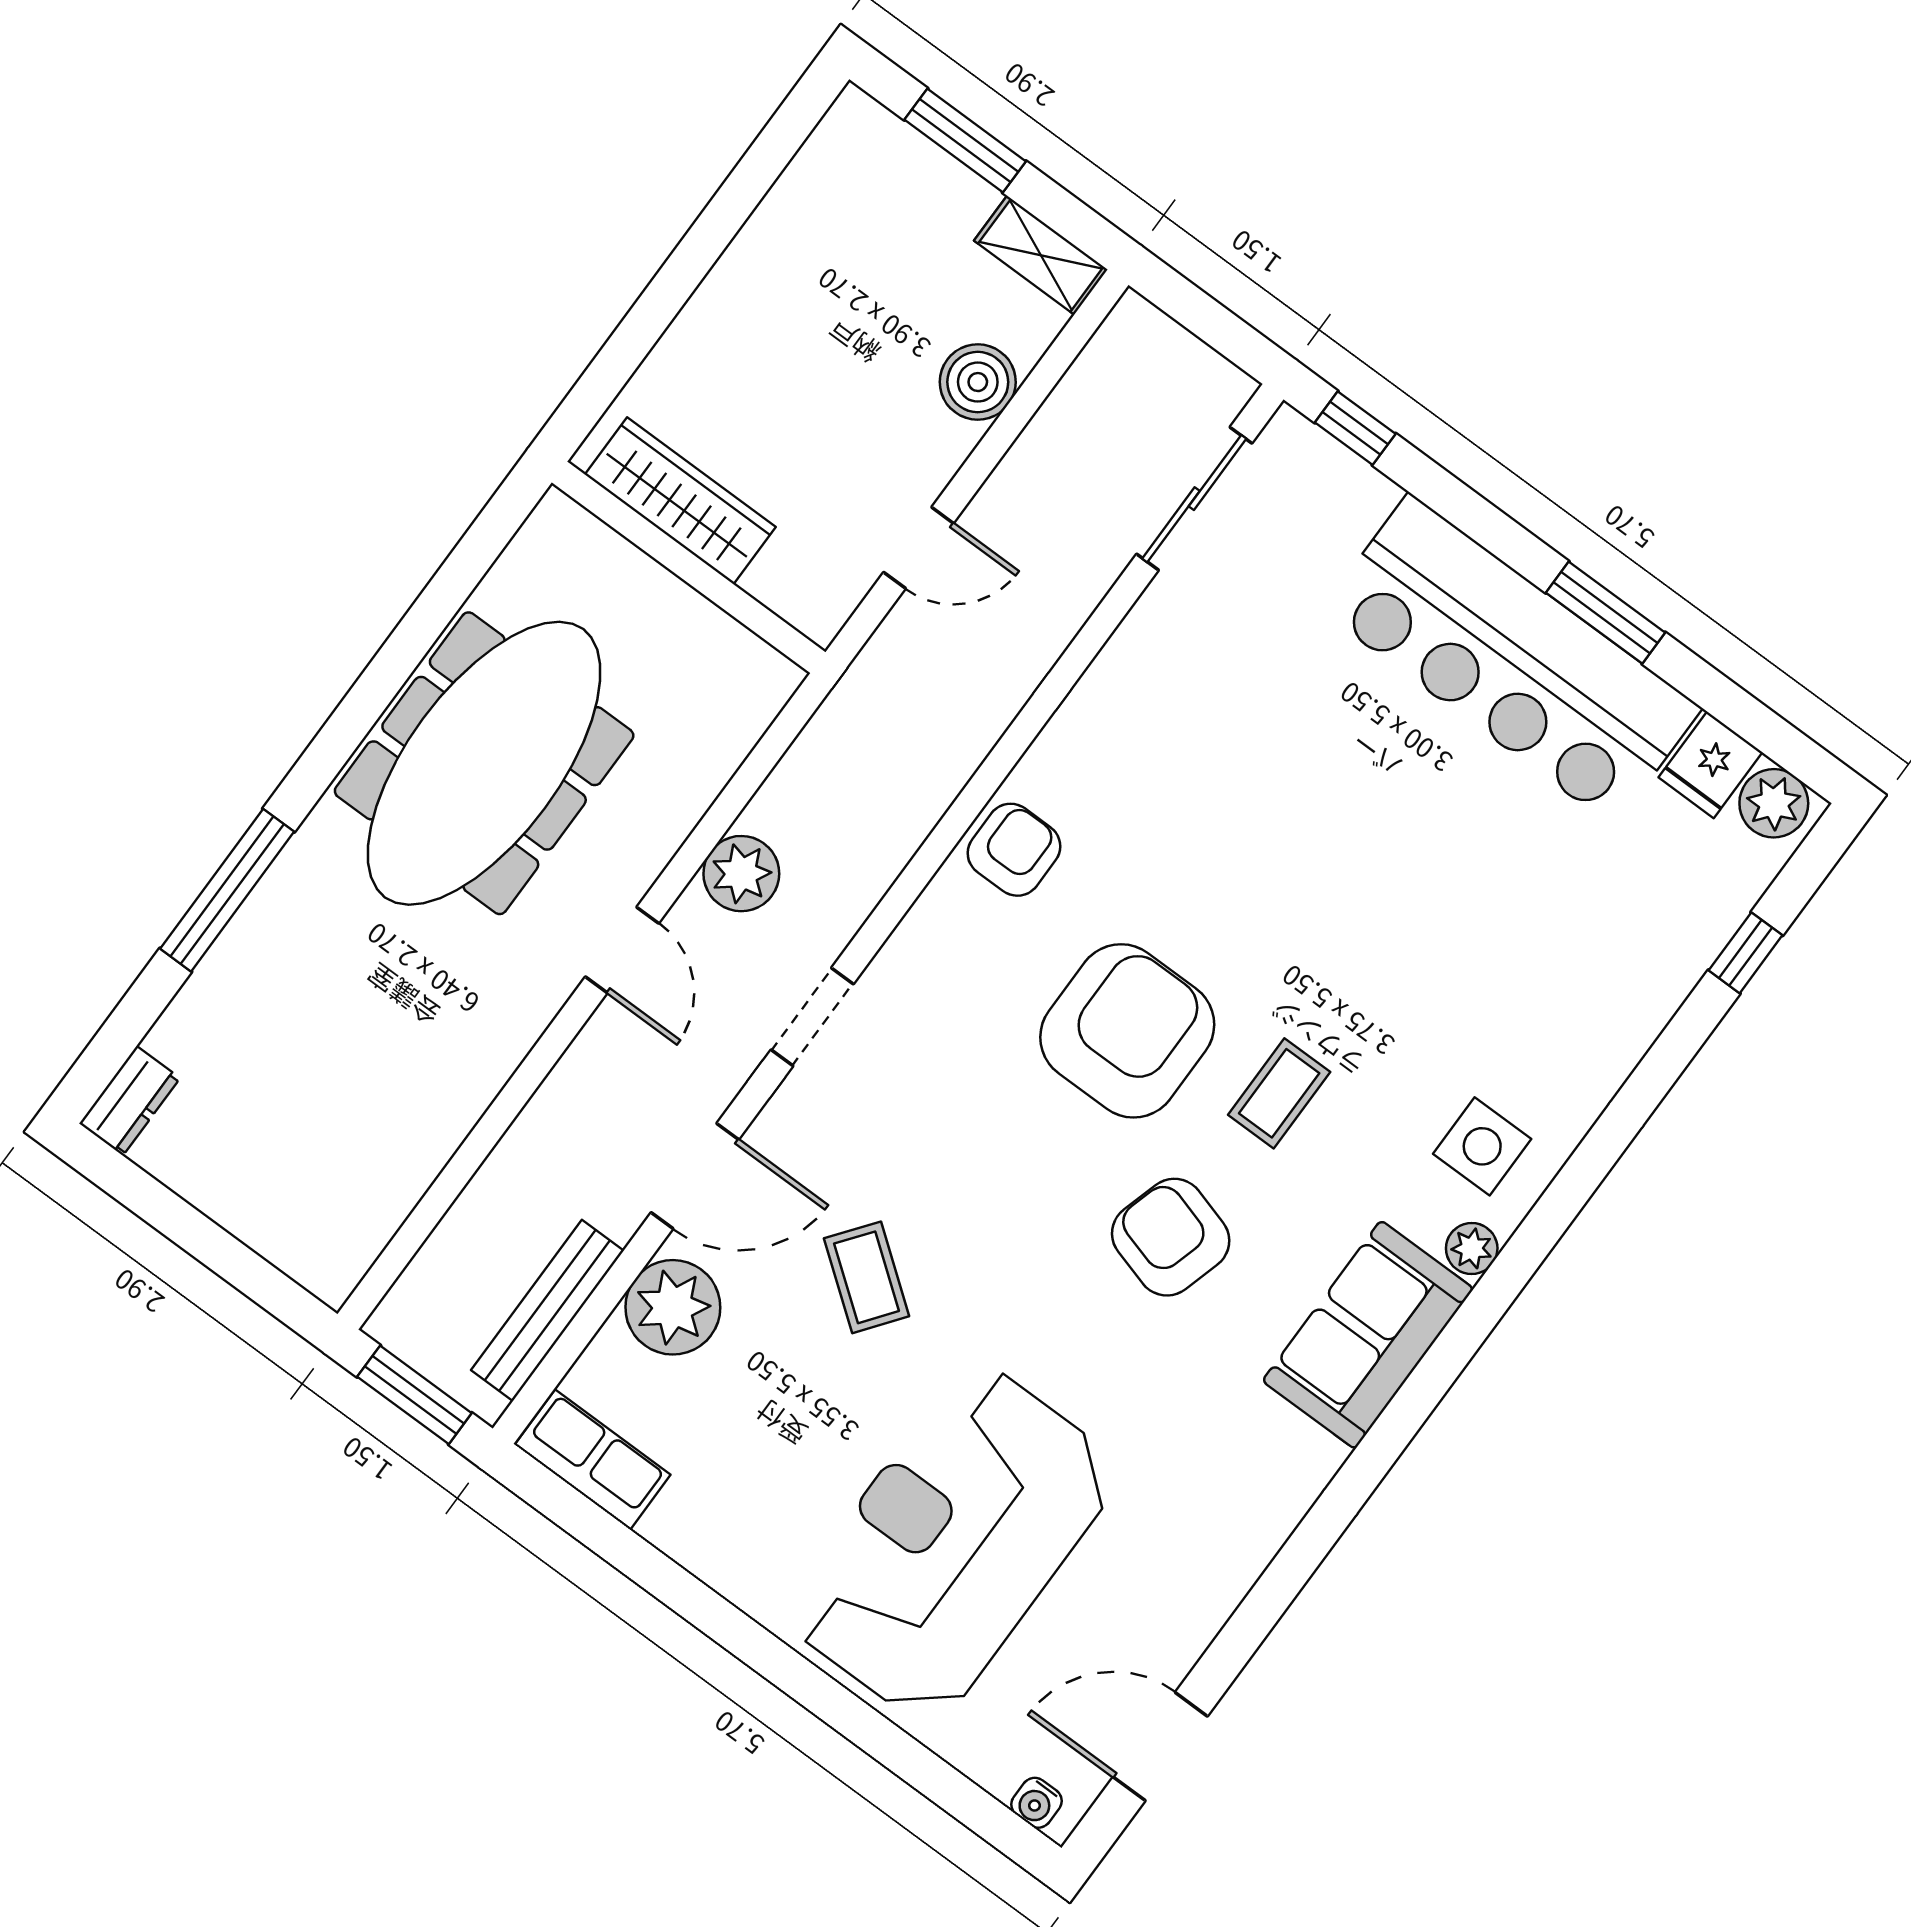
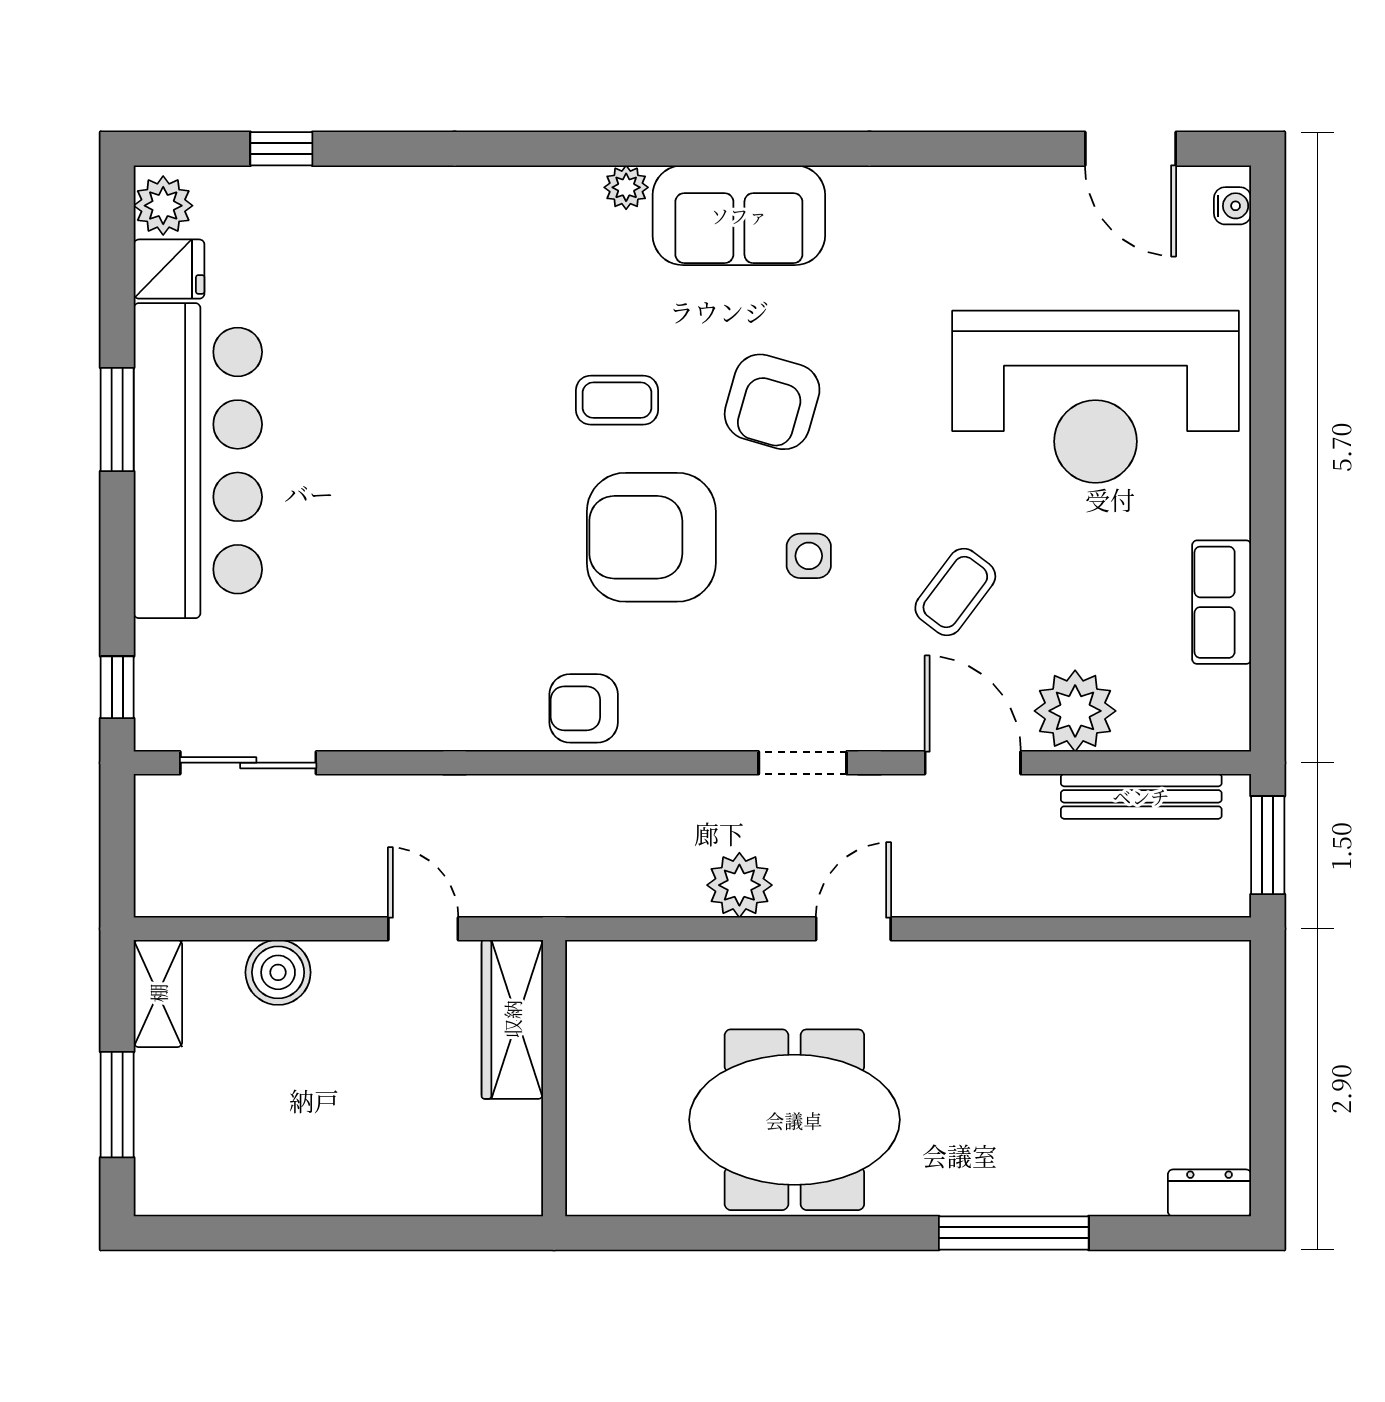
wardrobe: (680, 501) -> (512, 1019), moved
meeting table: (484, 763) -> (794, 1120), width x0.73
side table: (1482, 1146) -> (809, 556), moved, width x0.73, depth x0.73
row of seats: (593, 1460) -> (1222, 602), moved

